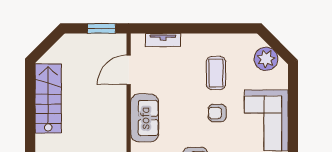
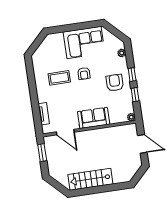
plant: (266, 59) -> (46, 48), removed

